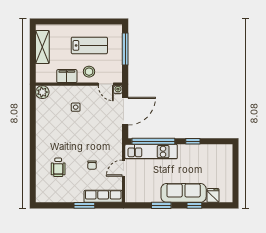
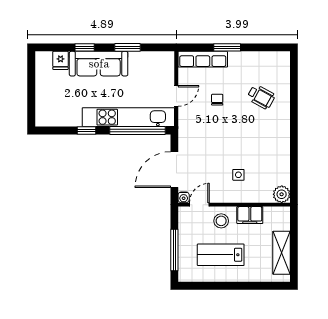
door: (106, 84) -> (199, 205), hinge flipped
kitchen unit: (151, 152) -> (128, 117), width x1.36
wheelchair: (58, 167) -> (261, 97), turned 119

